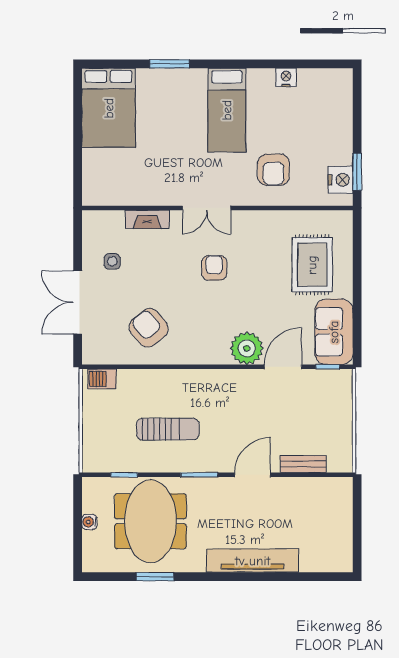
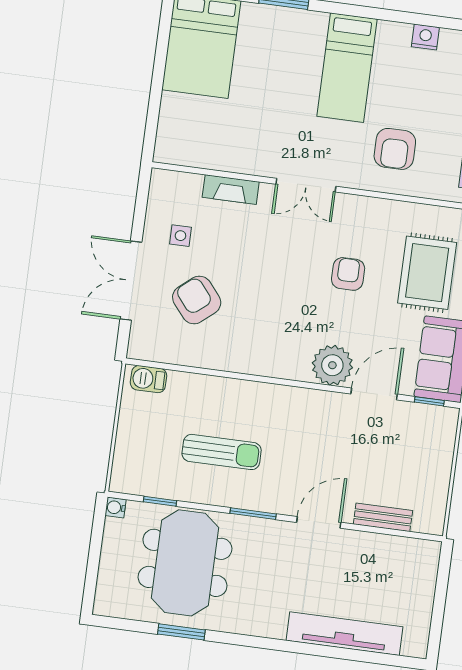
armchair: (214, 268) -> (348, 274), moved
armchair: (149, 328) -> (197, 300), moved
water cooler: (89, 522) -> (116, 507), moved
tv unit: (253, 561) -> (345, 634), moved

